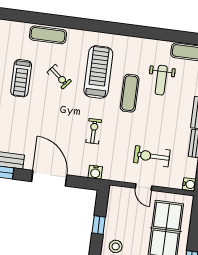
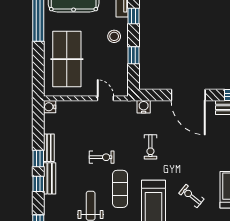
exercise bike: (152, 156) -> (102, 157), moved, width x0.73, depth x0.72
door: (144, 187) -> (105, 98), moved

